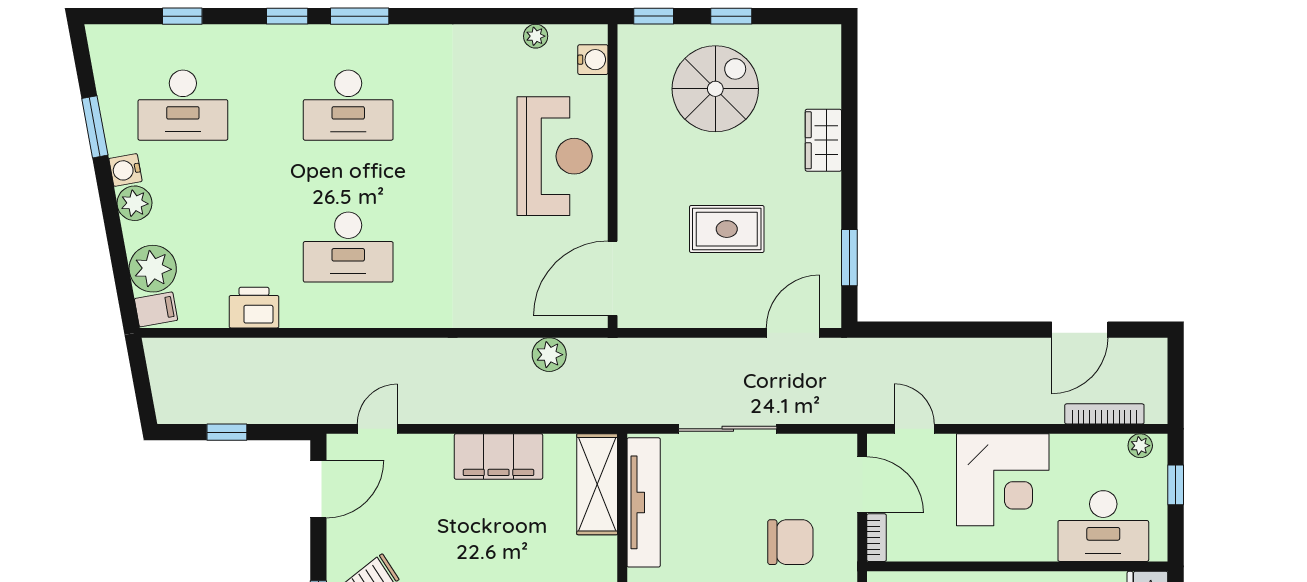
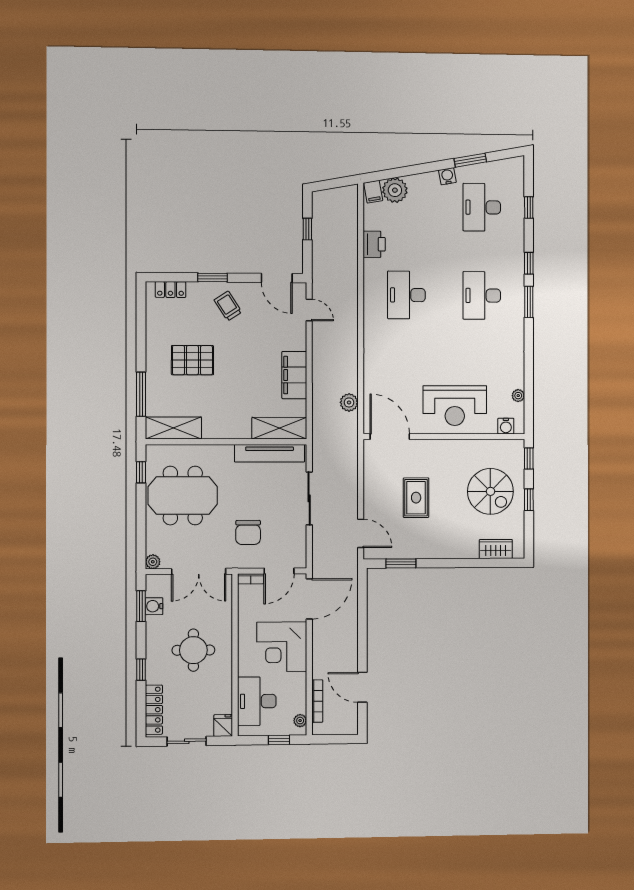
wardrobe: (823, 140) -> (496, 549), moved
plant: (135, 203) -> (430, 181), removed
door: (914, 429) -> (309, 599), width x1.88

